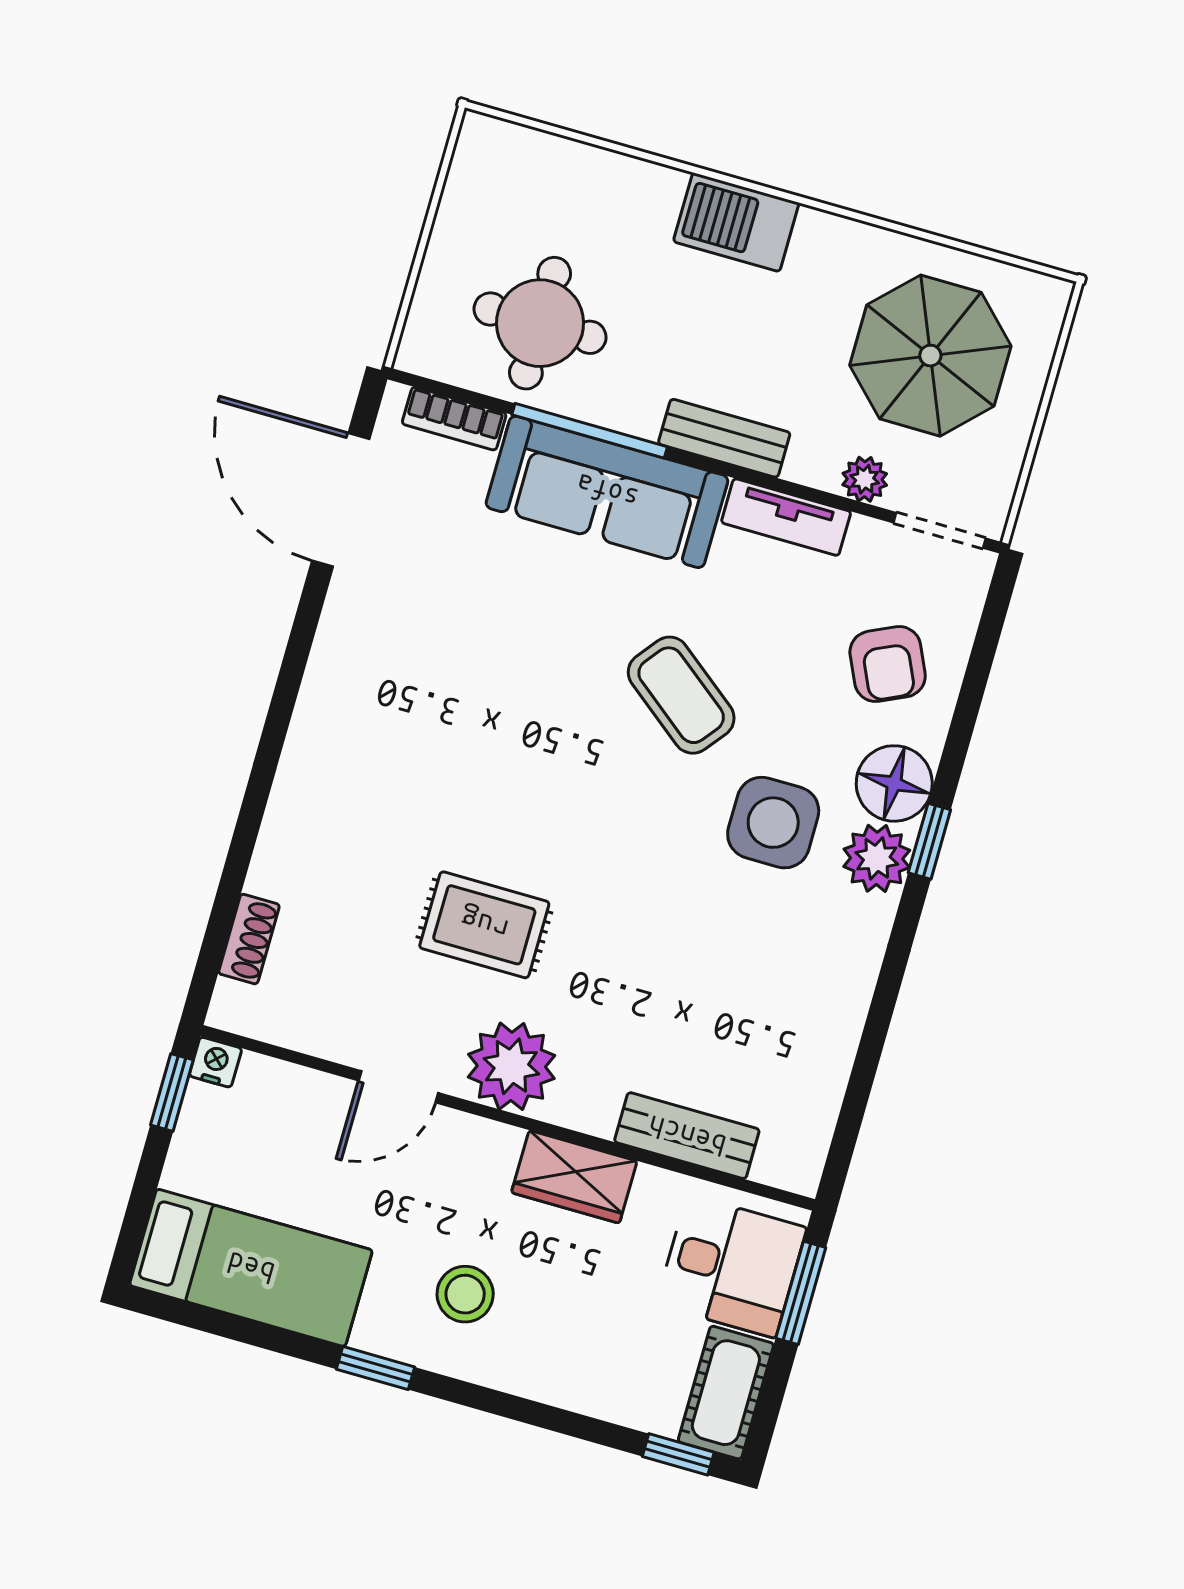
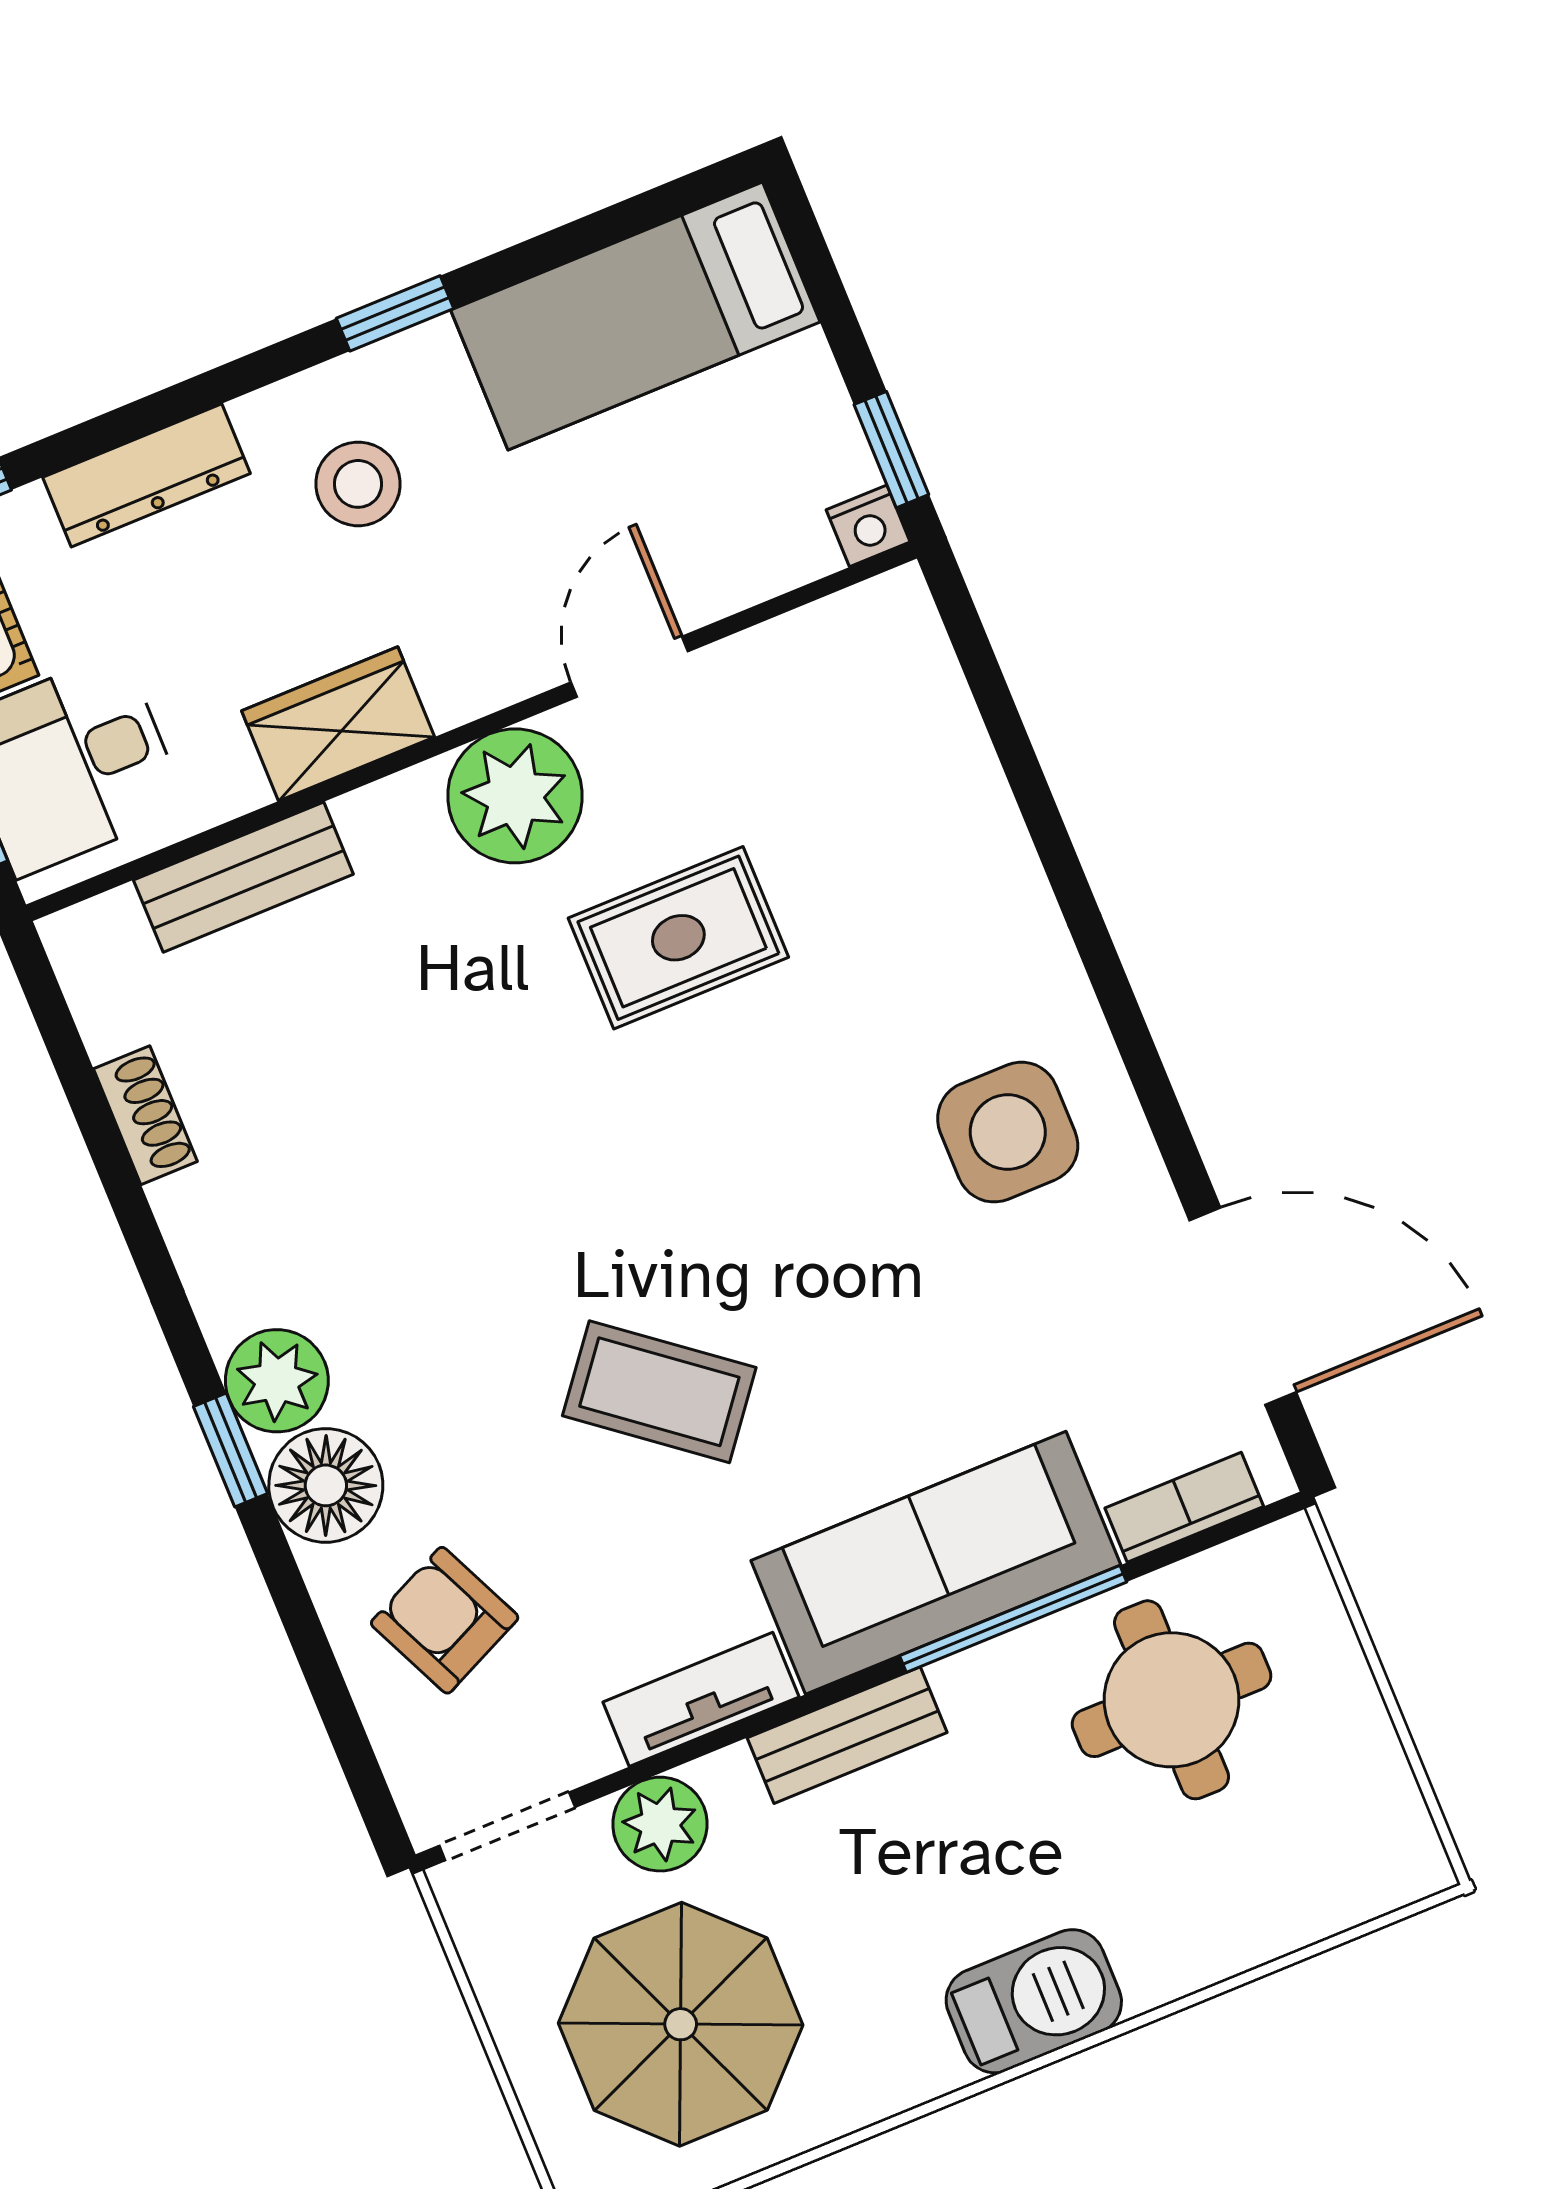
plant: (865, 479) -> (660, 1824), width x1.38, depth x1.38
side table: (773, 823) -> (1008, 1132), moved
shoe rack: (249, 939) -> (145, 1115), moved, turned 180
dresser: (572, 1386) -> (147, 475), added

